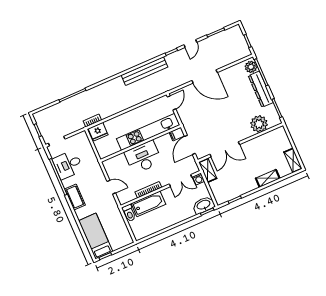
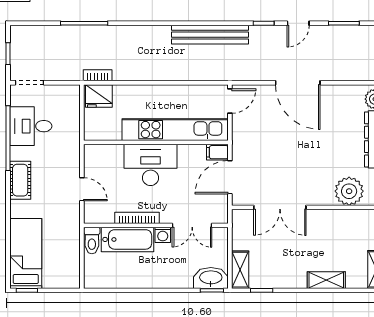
shelving: (208, 170) -> (240, 270), moved
washing machine: (199, 179) -> (163, 235), moved

